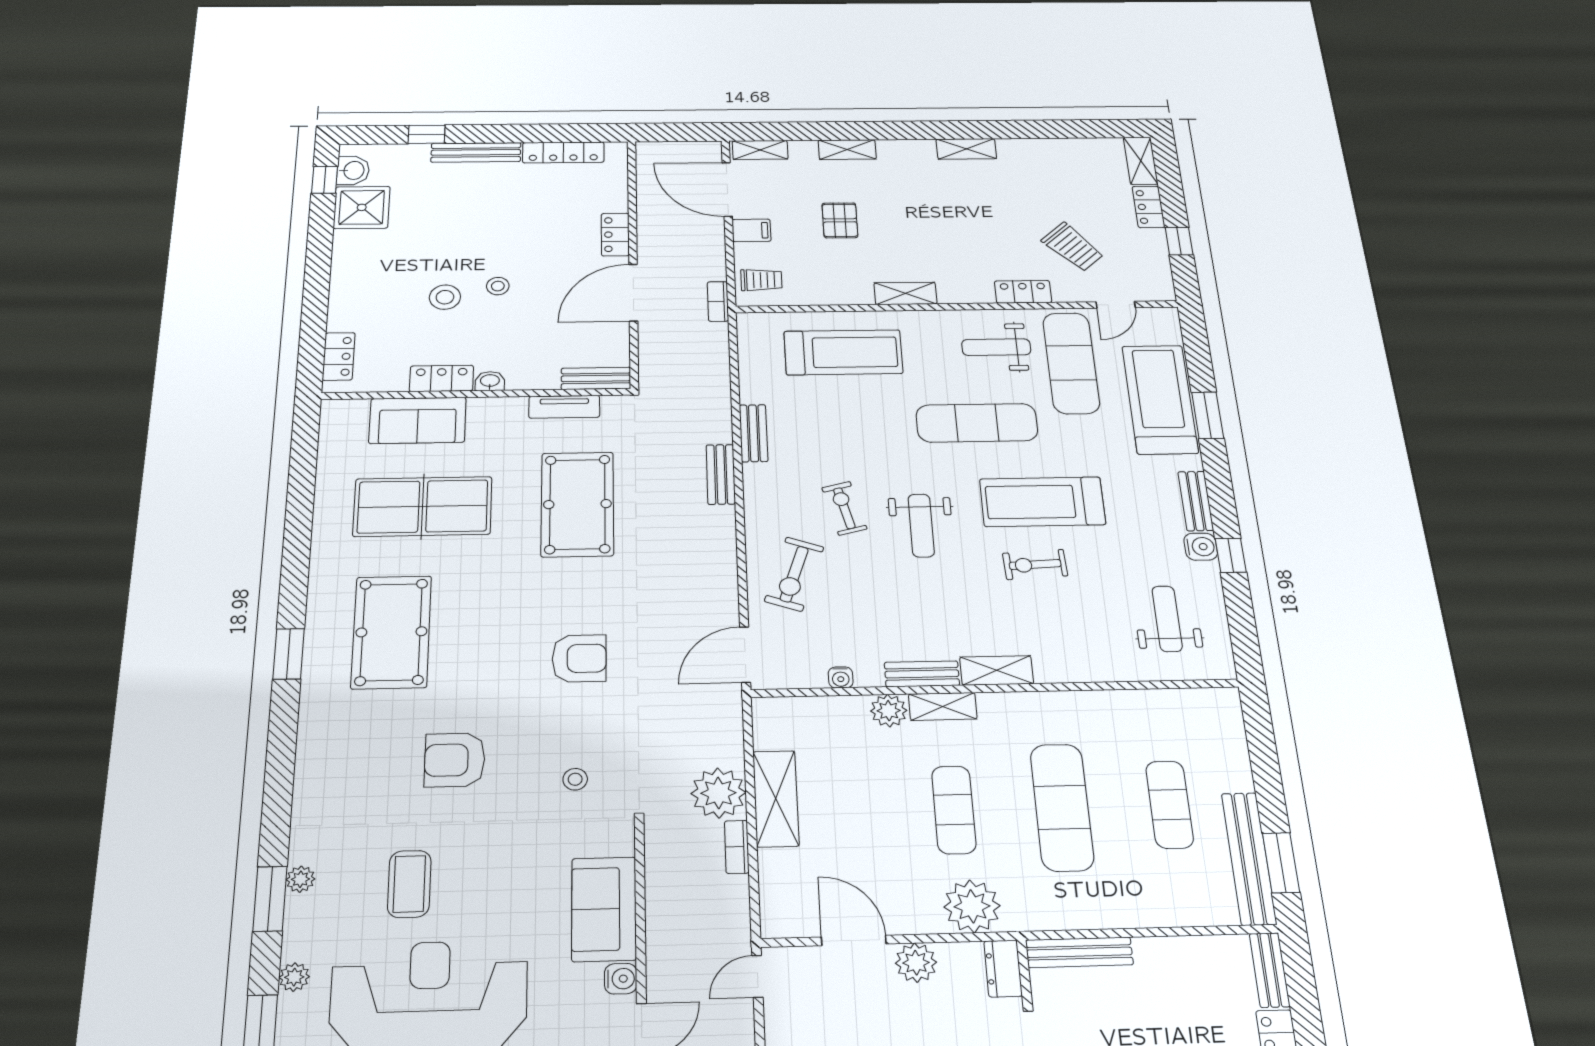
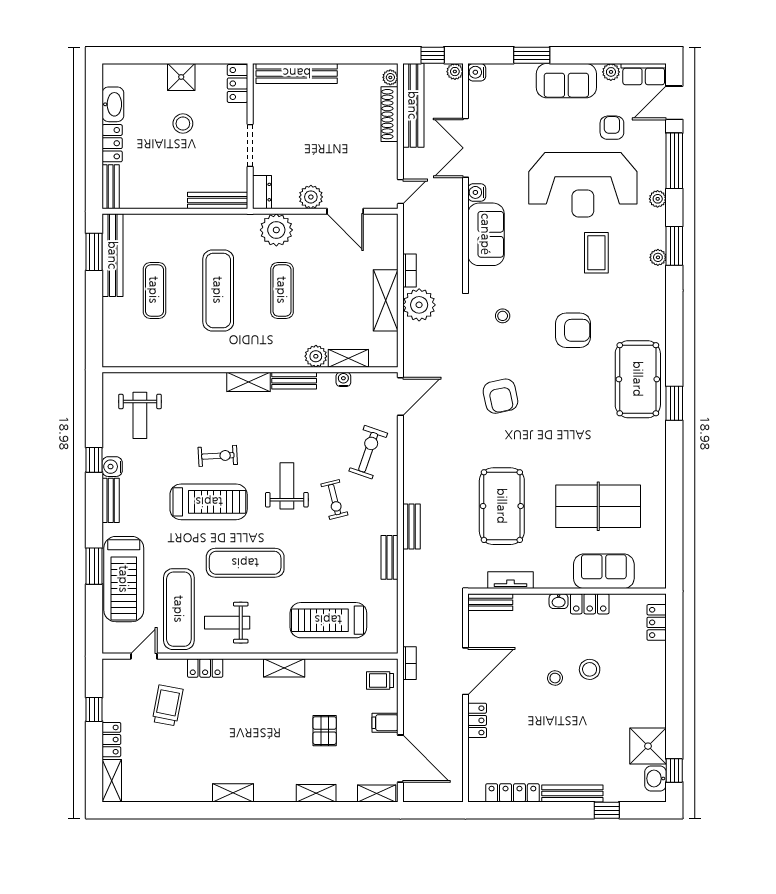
trolley: (1073, 247) -> (168, 705), turned 53
weight bench: (996, 347) -> (227, 623), turned 180
pool table: (391, 632) -> (638, 379), moved
armchair: (579, 658) -> (500, 396), turned -102
shelving: (943, 706) -> (348, 358), moved

